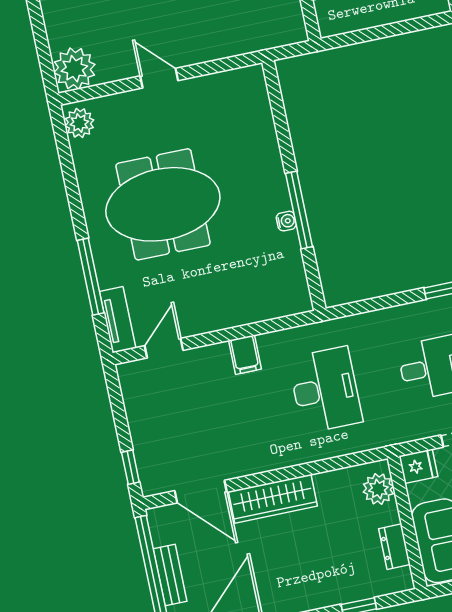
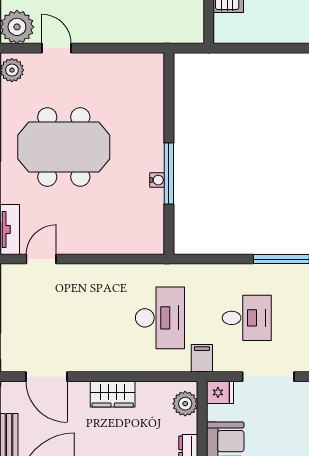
door: (159, 78) -> (57, 48), moved
filing cabinet: (245, 355) -> (202, 358), moved, turned 180
wardrobe: (273, 499) -> (113, 394), width x0.67

